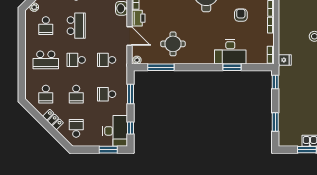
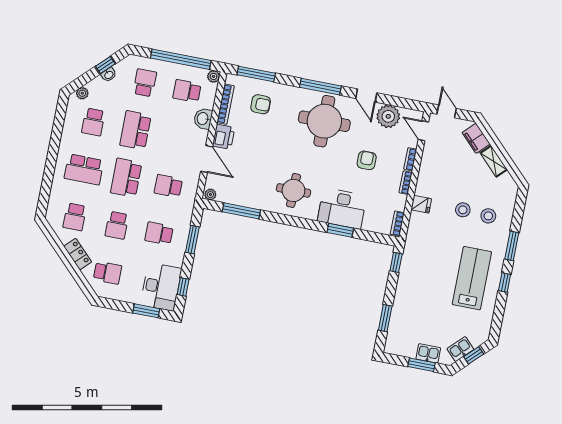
school desk: (76, 26) -> (135, 130), turned 180
round table: (173, 44) -> (293, 190), moved
school desk: (76, 60) -> (126, 178), width x1.85
fridge: (285, 60) -> (421, 204), moved
school desk: (76, 128) -> (108, 273), turned 90

